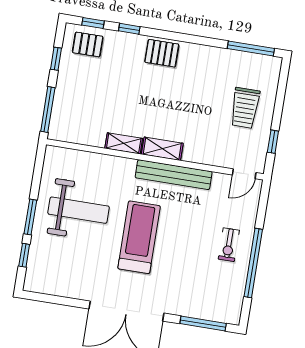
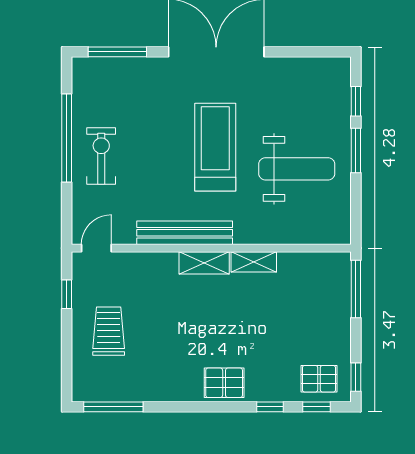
window: (56, 59) -> (356, 377), moved
weight bench: (79, 210) -> (297, 169), turned 180
treadmill: (139, 237) -> (215, 147), turned 180
exercise bike: (229, 245) -> (101, 156), width x1.38, depth x1.39

